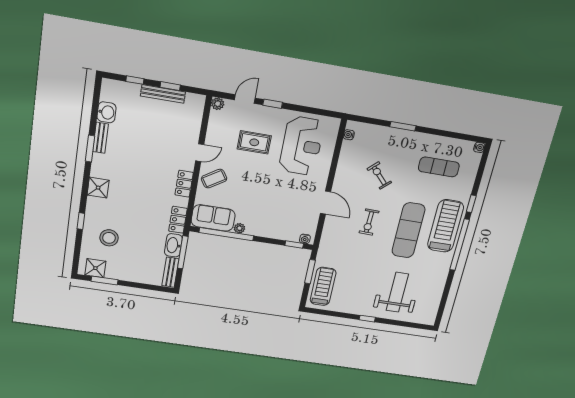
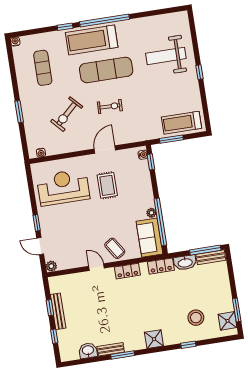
rug: (254, 142) -> (107, 185), moved
exercise bike: (379, 176) -> (67, 114), width x1.38, depth x1.39
window: (183, 252) -> (205, 250), moved

